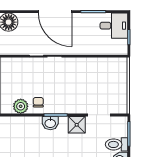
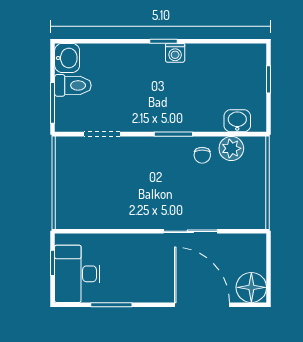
door: (55, 12) -> (202, 305), moved
desk: (114, 26) -> (77, 274), width x1.37
washbasin: (50, 123) -> (237, 121), moved
shower: (77, 125) -> (139, 118), removed

